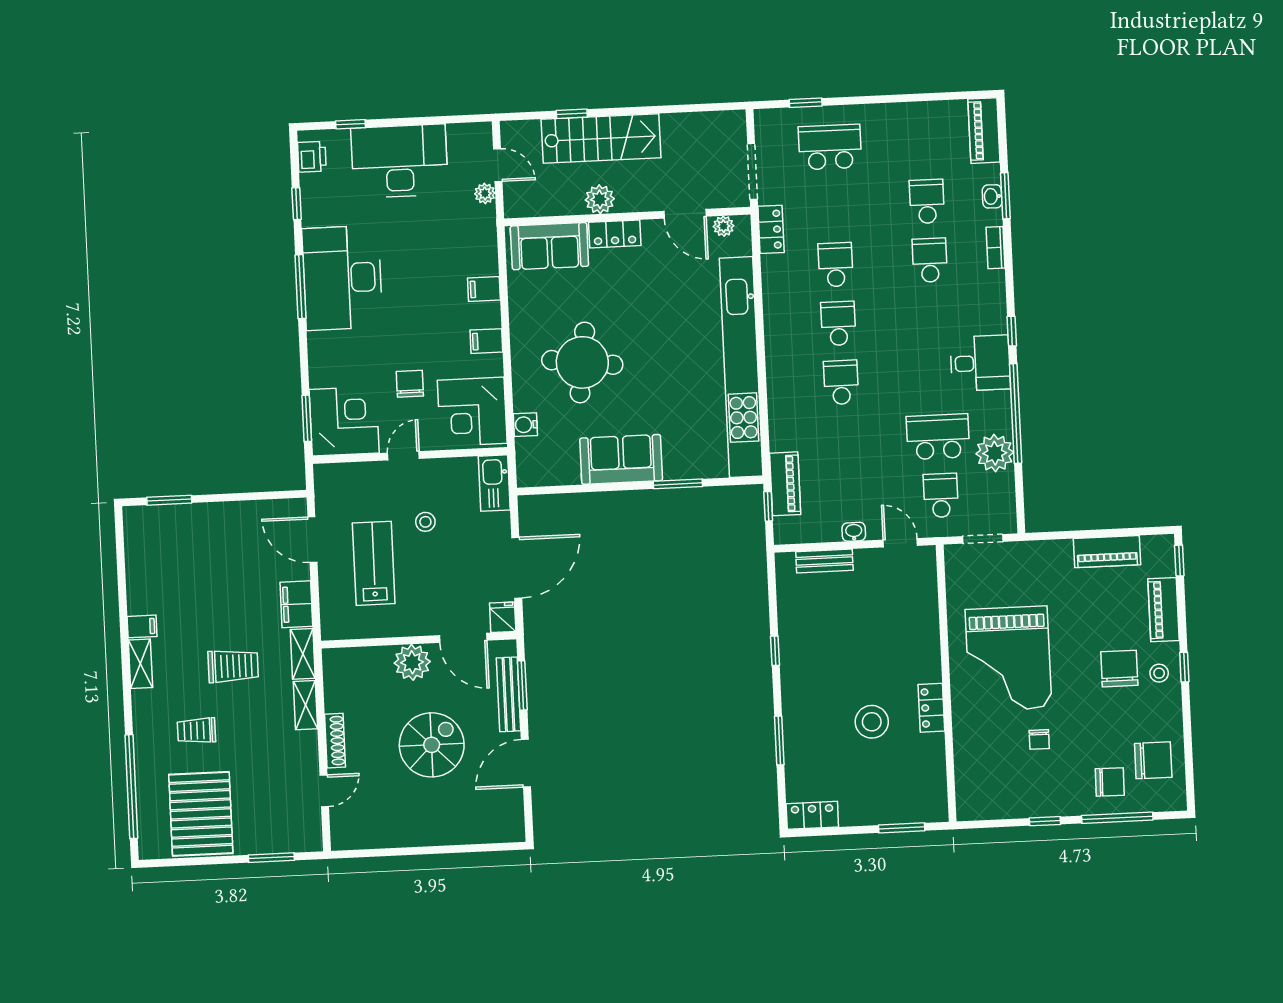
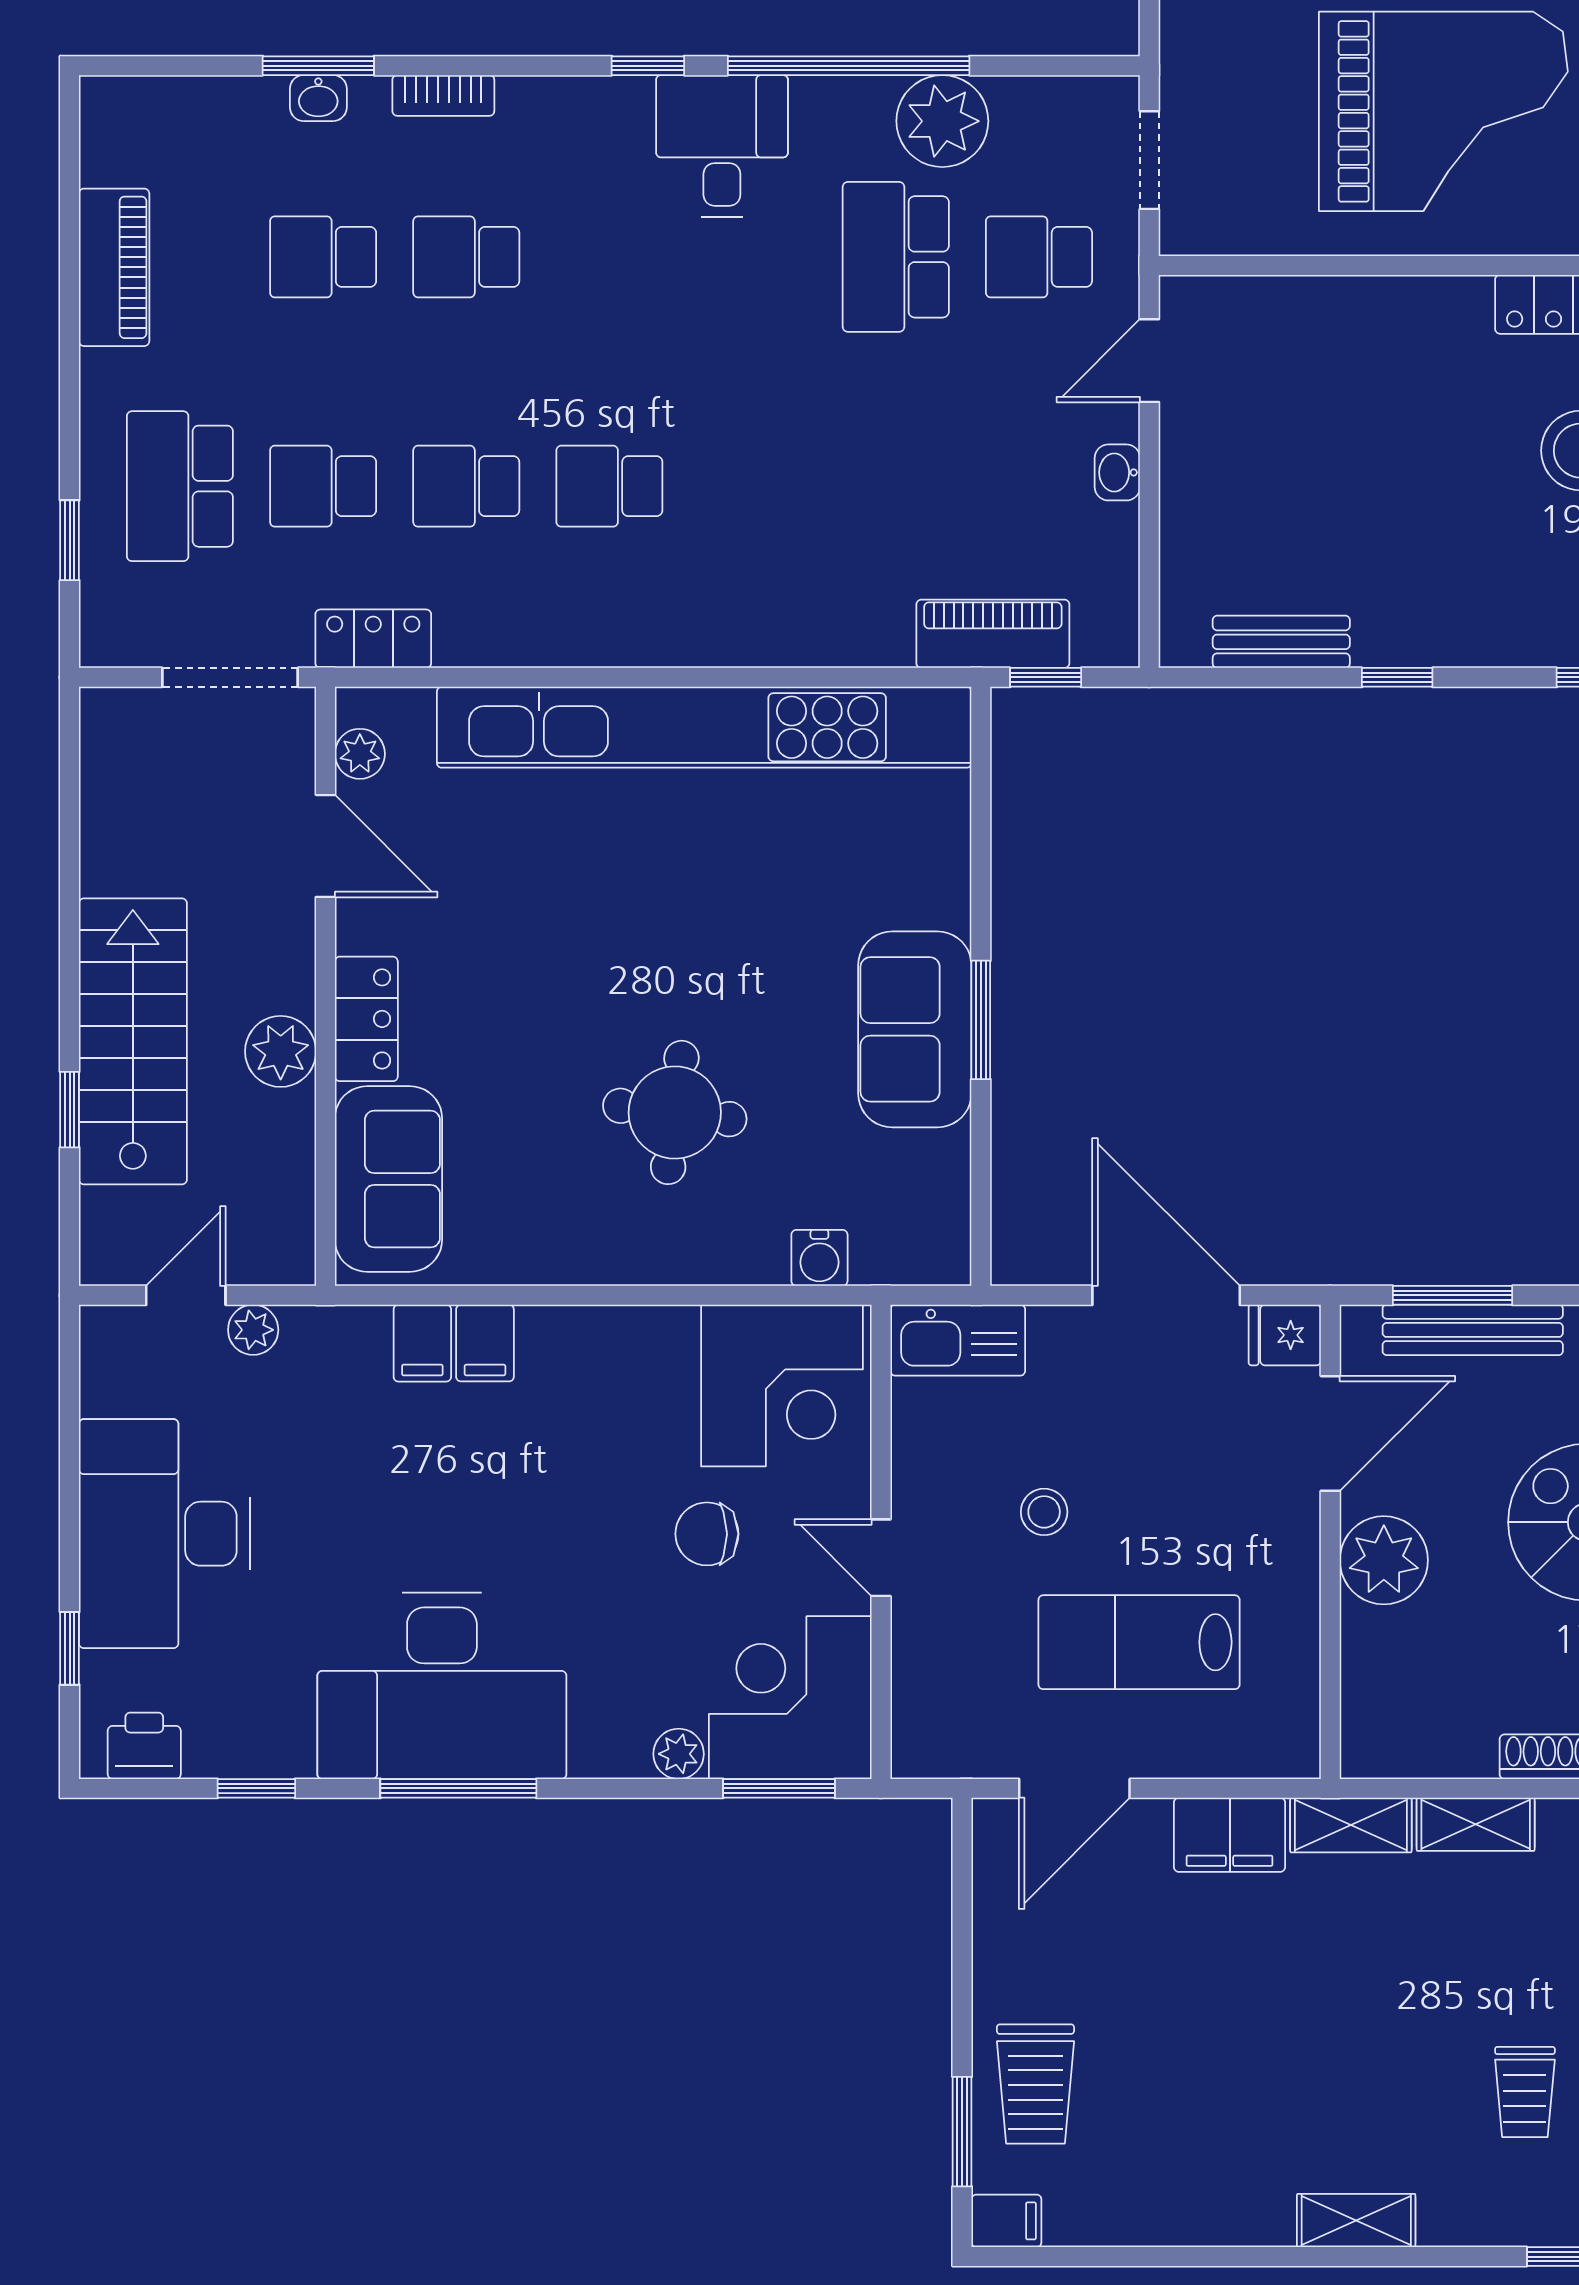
piano: (984, 131) -> (114, 267), moved, turned -90
door: (685, 214) -> (325, 846), hinge flipped
filing cabinet: (486, 341) -> (422, 1343), moved
round table: (582, 362) -> (675, 1112), width x0.73, depth x0.73
plant: (319, 376) -> (679, 1754), added
school desk: (841, 382) -> (323, 486), moved
window: (678, 484) -> (981, 1020), moved
bench: (824, 561) -> (1281, 642), moved, turned 90
filing cabinet: (142, 626) -> (1006, 2221), moved, turned 90
trolley: (233, 666) -> (1035, 2084), moved, turned 180

